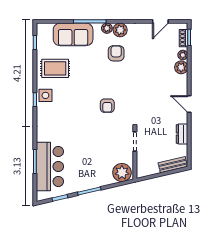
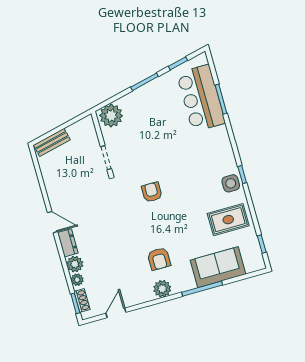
plant: (107, 28) -> (179, 286), removed
dresser: (182, 134) -> (68, 243), moved

